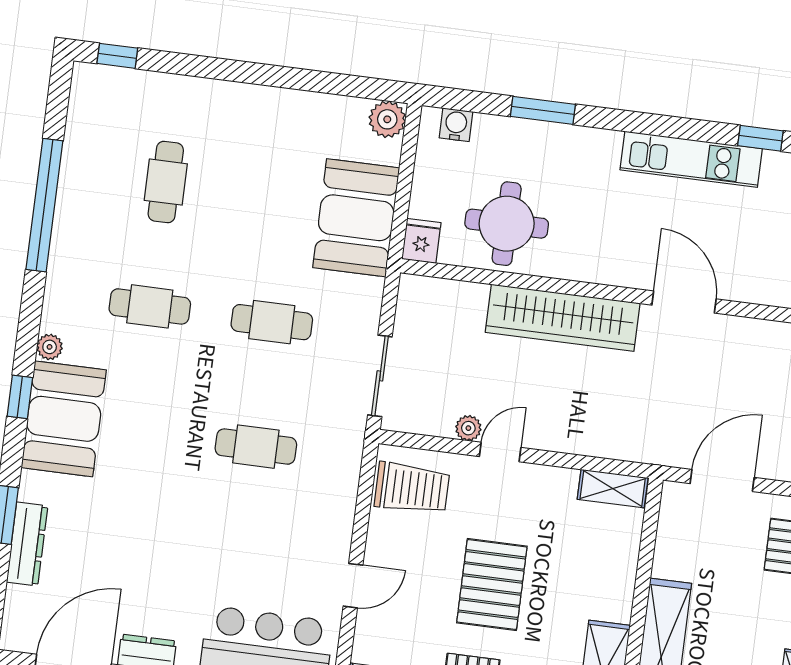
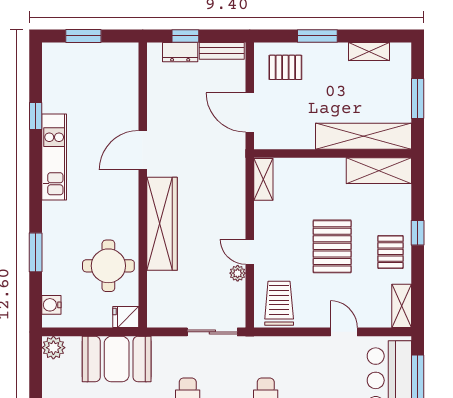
pallet: (492, 584) -> (332, 246), turned 90

